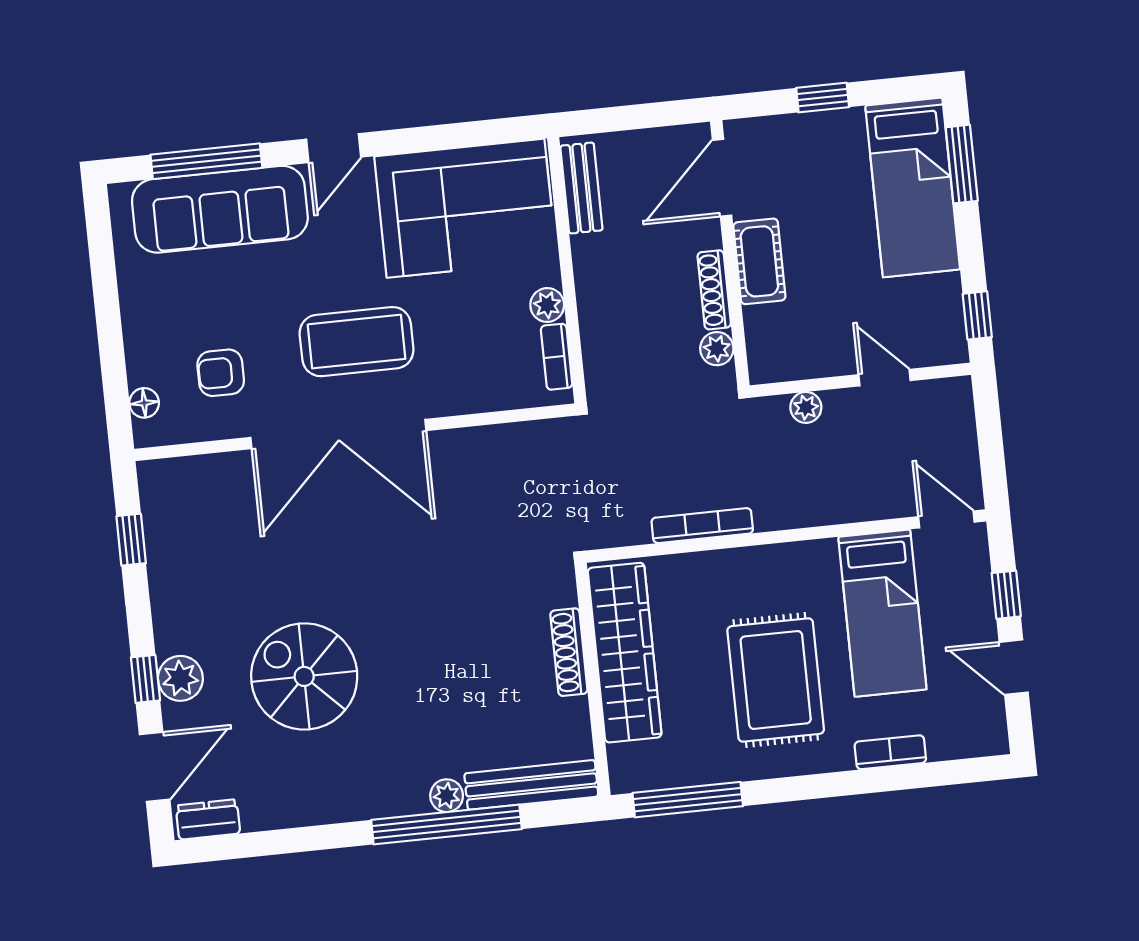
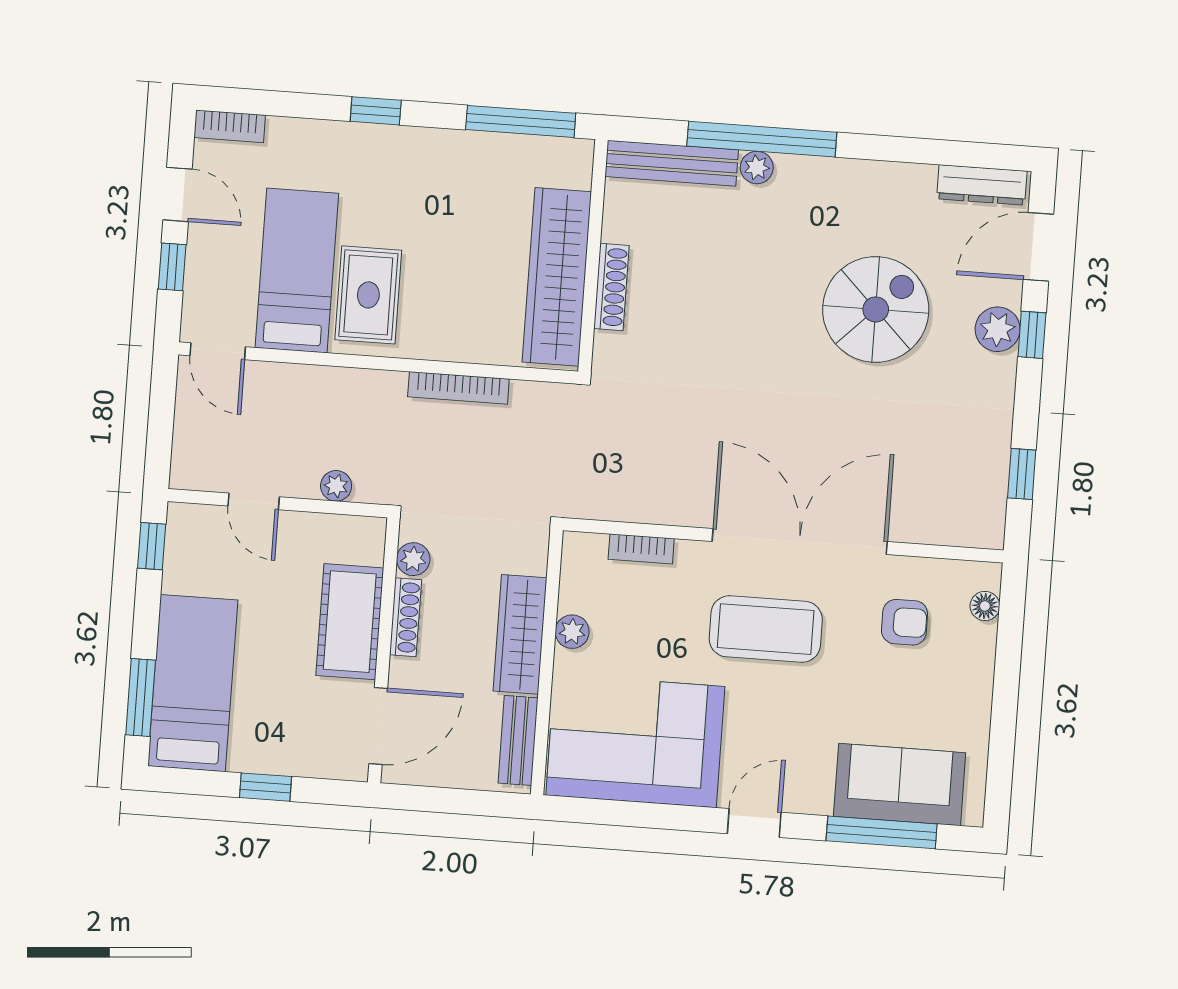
sofa: (220, 209) -> (900, 785), width x0.73
cot: (759, 261) -> (350, 622), width x1.37, depth x1.34
wardrobe: (598, 293) -> (520, 634), added
bookcase: (557, 357) -> (641, 549), moved, turned 90
spiral stairs: (304, 676) -> (876, 309), turned -90
rug: (776, 680) -> (368, 295), moved, width x0.73, depth x0.70
bookcase: (890, 752) -> (230, 126), moved
window: (833, 785) -> (376, 111), added
dresser: (208, 819) -> (982, 185), width x1.44

